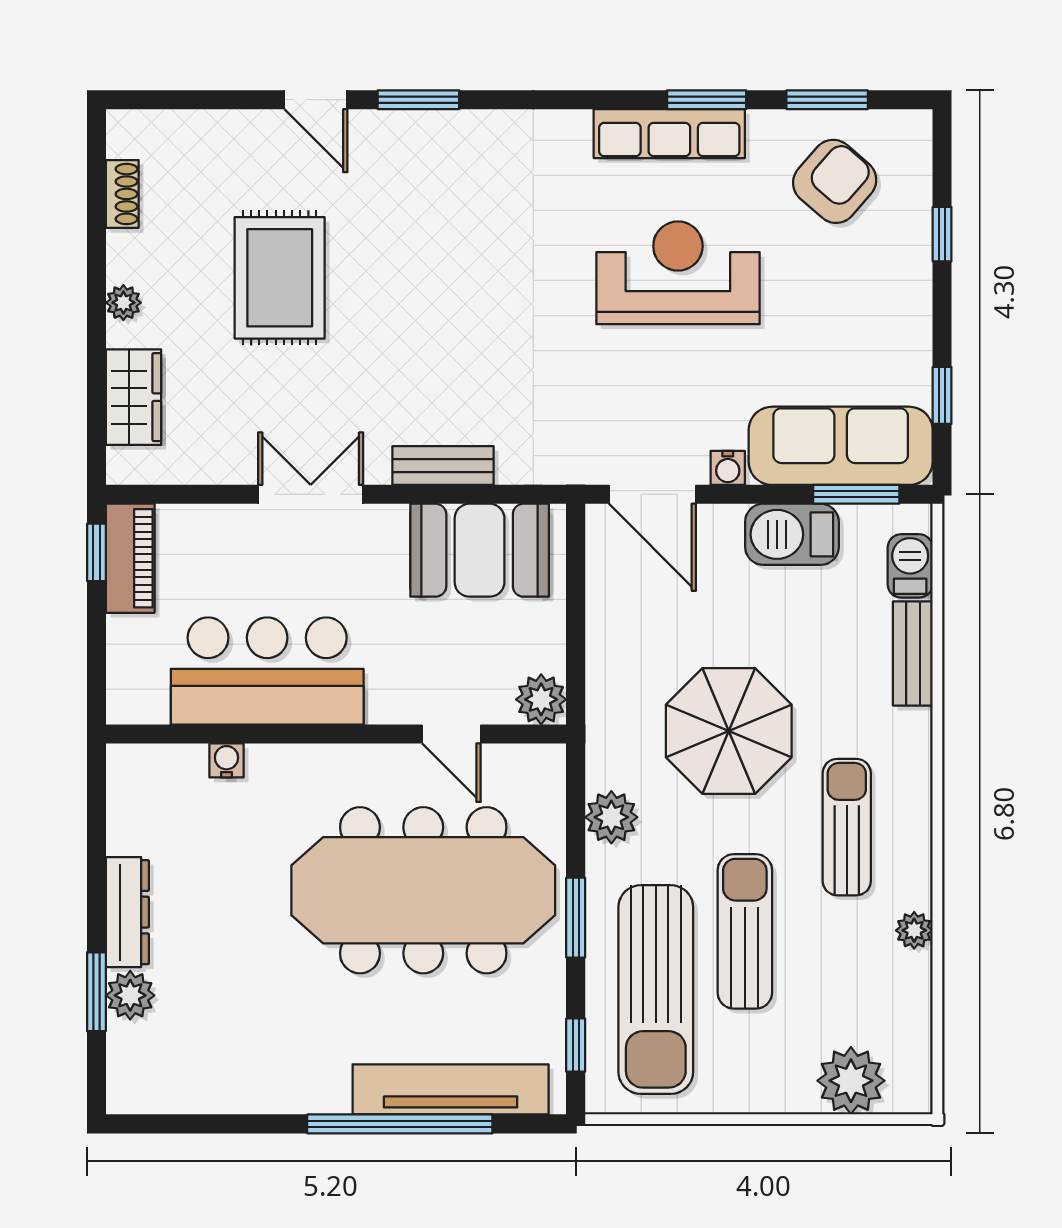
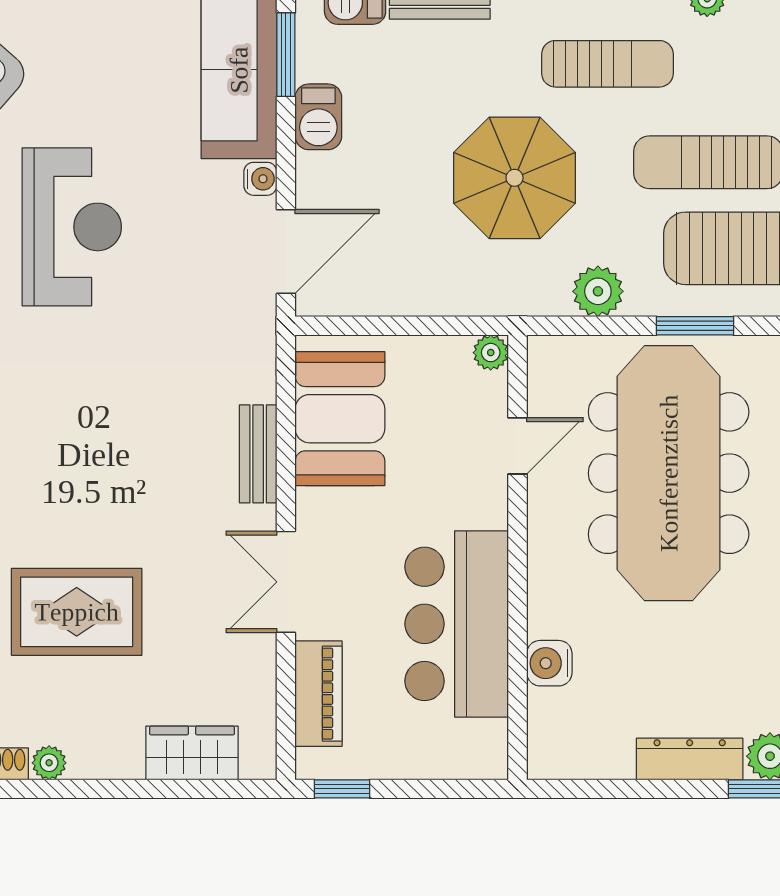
reception desk: (678, 273) -> (72, 227), turned 180
plant: (123, 303) -> (49, 763), moved
barbecue: (792, 534) -> (318, 117), width x0.73, depth x0.79
piano: (130, 558) -> (319, 694), moved, turned 90
plant: (541, 699) -> (491, 353), width x0.73, depth x0.73
water cooler: (227, 760) -> (549, 663), width x1.38, depth x1.38
sun lounger: (847, 827) -> (607, 64), turned 180

